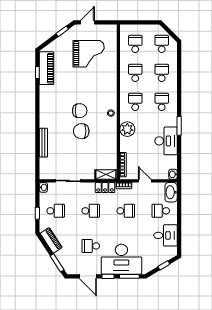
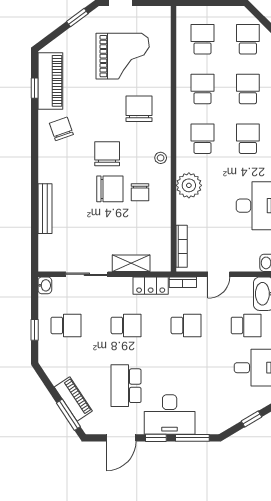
chair: (98, 85) -> (139, 109), added
chair: (53, 96) -> (61, 129), added
chair: (80, 111) -> (107, 154), turned -90
chair: (81, 131) -> (110, 189), turned 180
chair: (99, 133) -> (140, 192), added
shelving: (106, 175) -> (131, 263), moved
door: (145, 181) -> (219, 274), swing flipped
school desk: (161, 211) -> (246, 325), turned 180
piano: (51, 240) -> (73, 399), moved
school desk: (91, 246) -> (126, 386), width x1.85
desk: (121, 259) -> (170, 414), width x0.73, depth x0.77
door: (88, 276) -> (121, 438), hinge flipped

